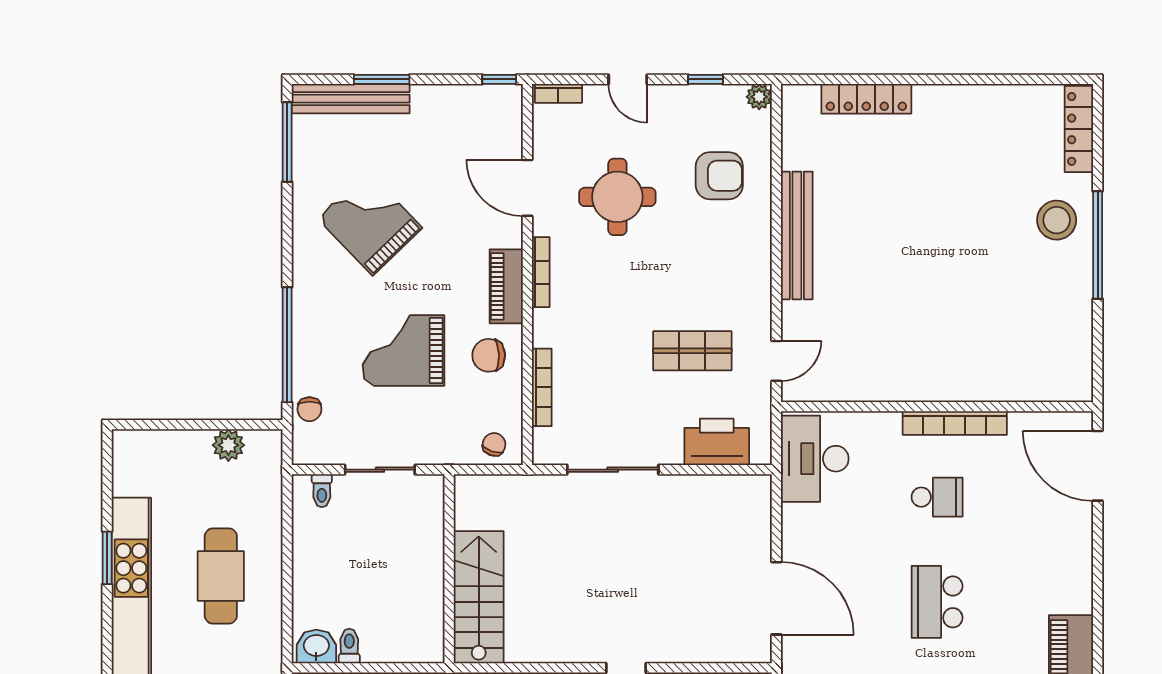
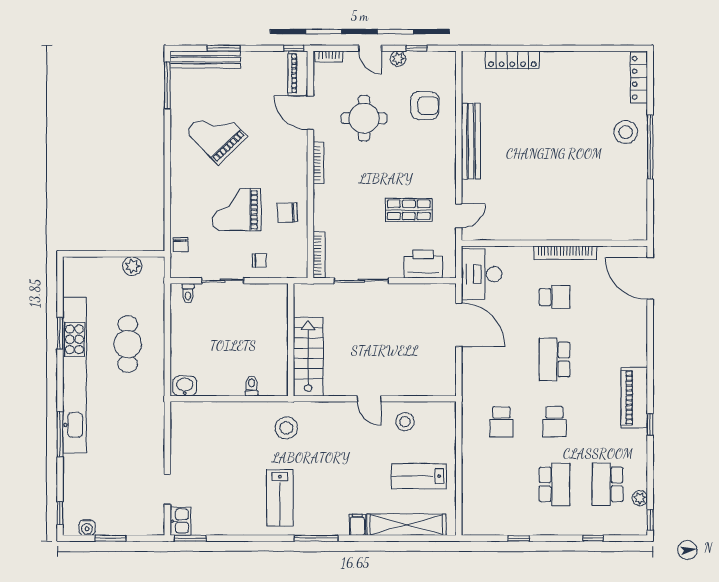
plant: (759, 97) -> (398, 59), moved
piano: (506, 286) -> (298, 73), moved
window: (287, 345) -> (167, 206), removed
bookcase: (542, 387) -> (319, 255), moved
chair: (494, 444) -> (259, 260), moved, turned 71
wall: (449, 569) -> (291, 340), moved
stairs: (479, 597) -> (308, 357), moved
door: (776, 598) -> (459, 325), moved
toilet: (349, 646) -> (252, 386), moved

